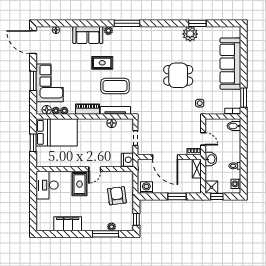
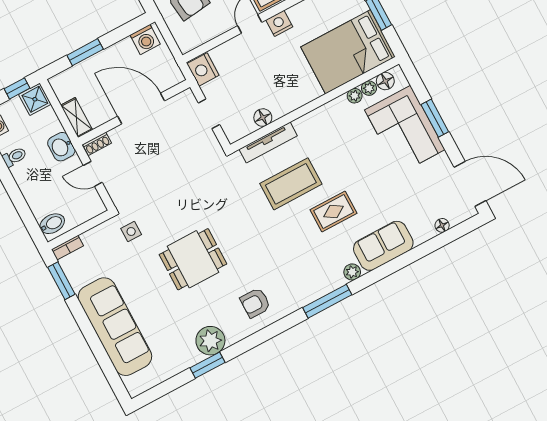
armchair: (160, 40) -> (255, 303), added
piano: (88, 109) -> (316, 119), removed
nightstand: (81, 162) -> (279, 23), added

